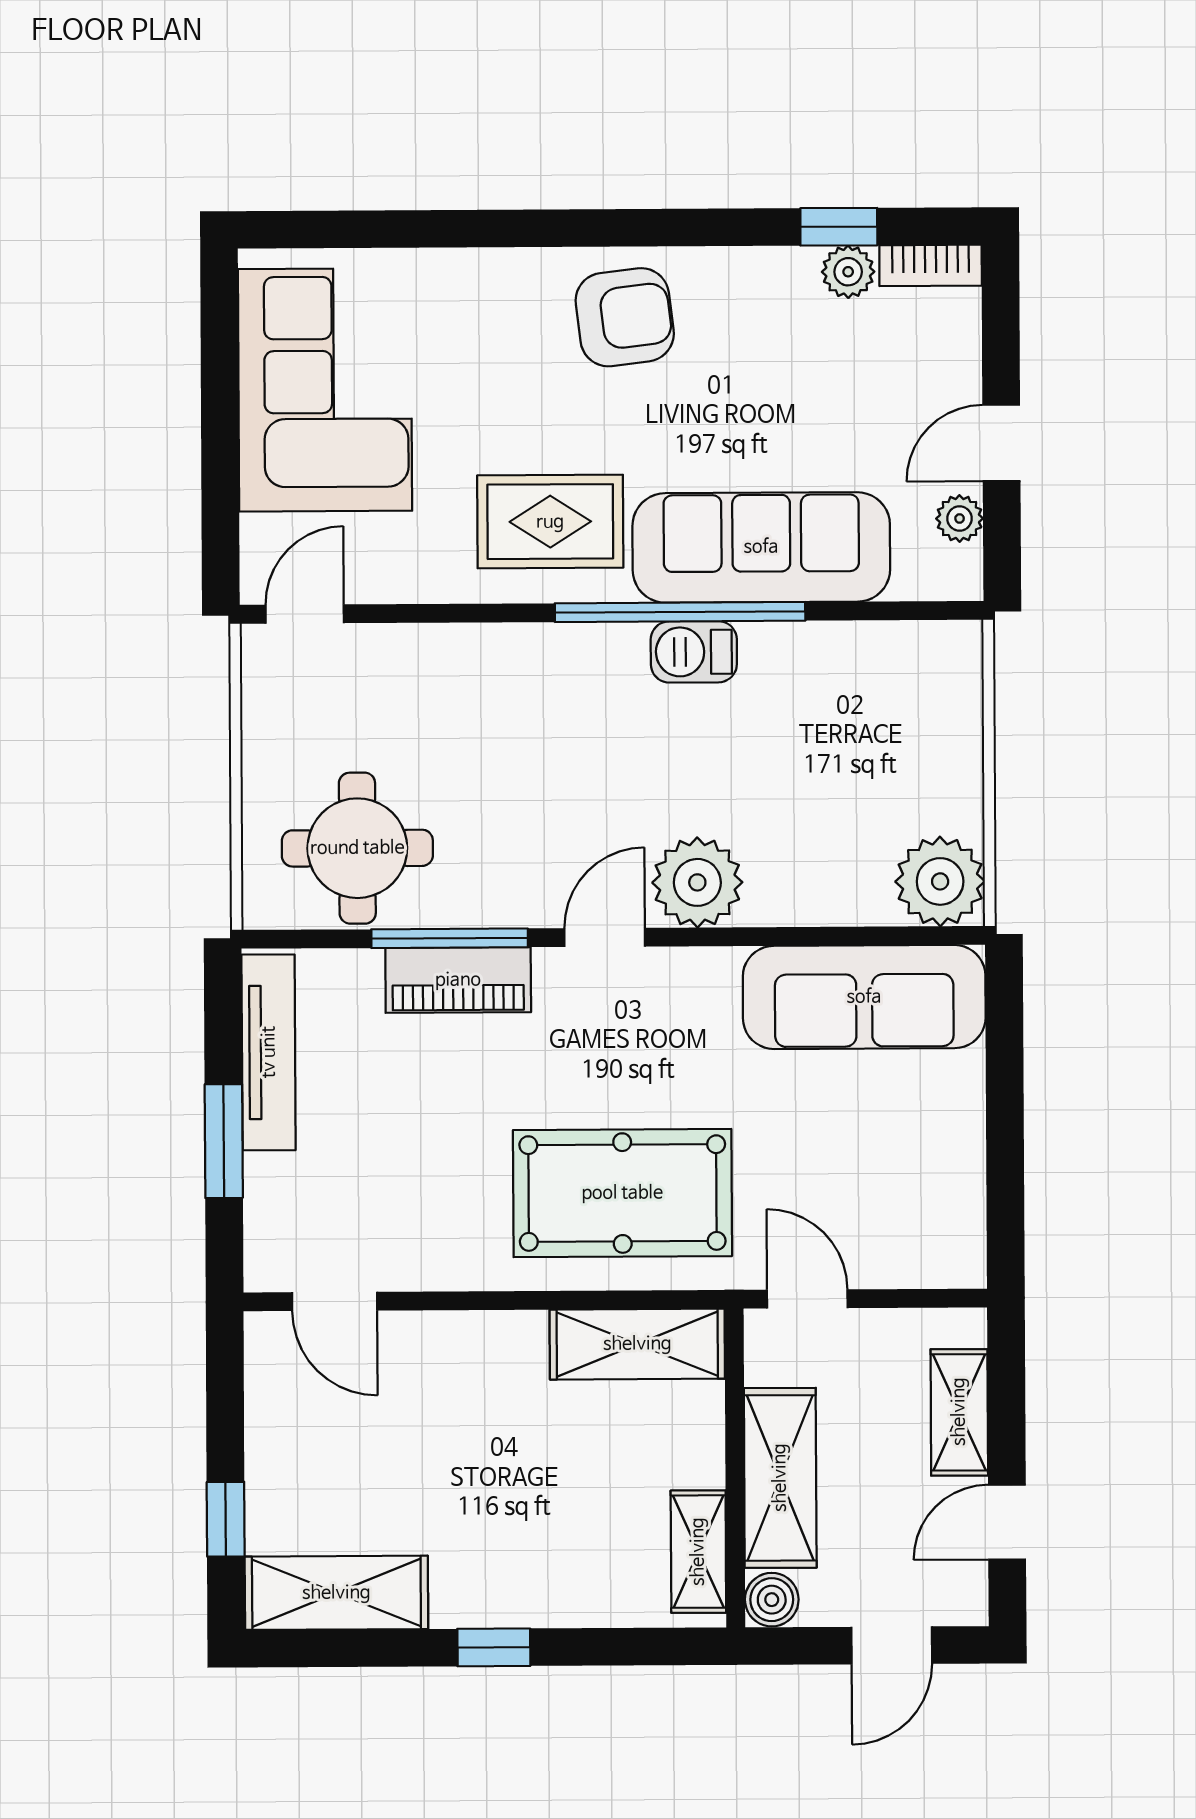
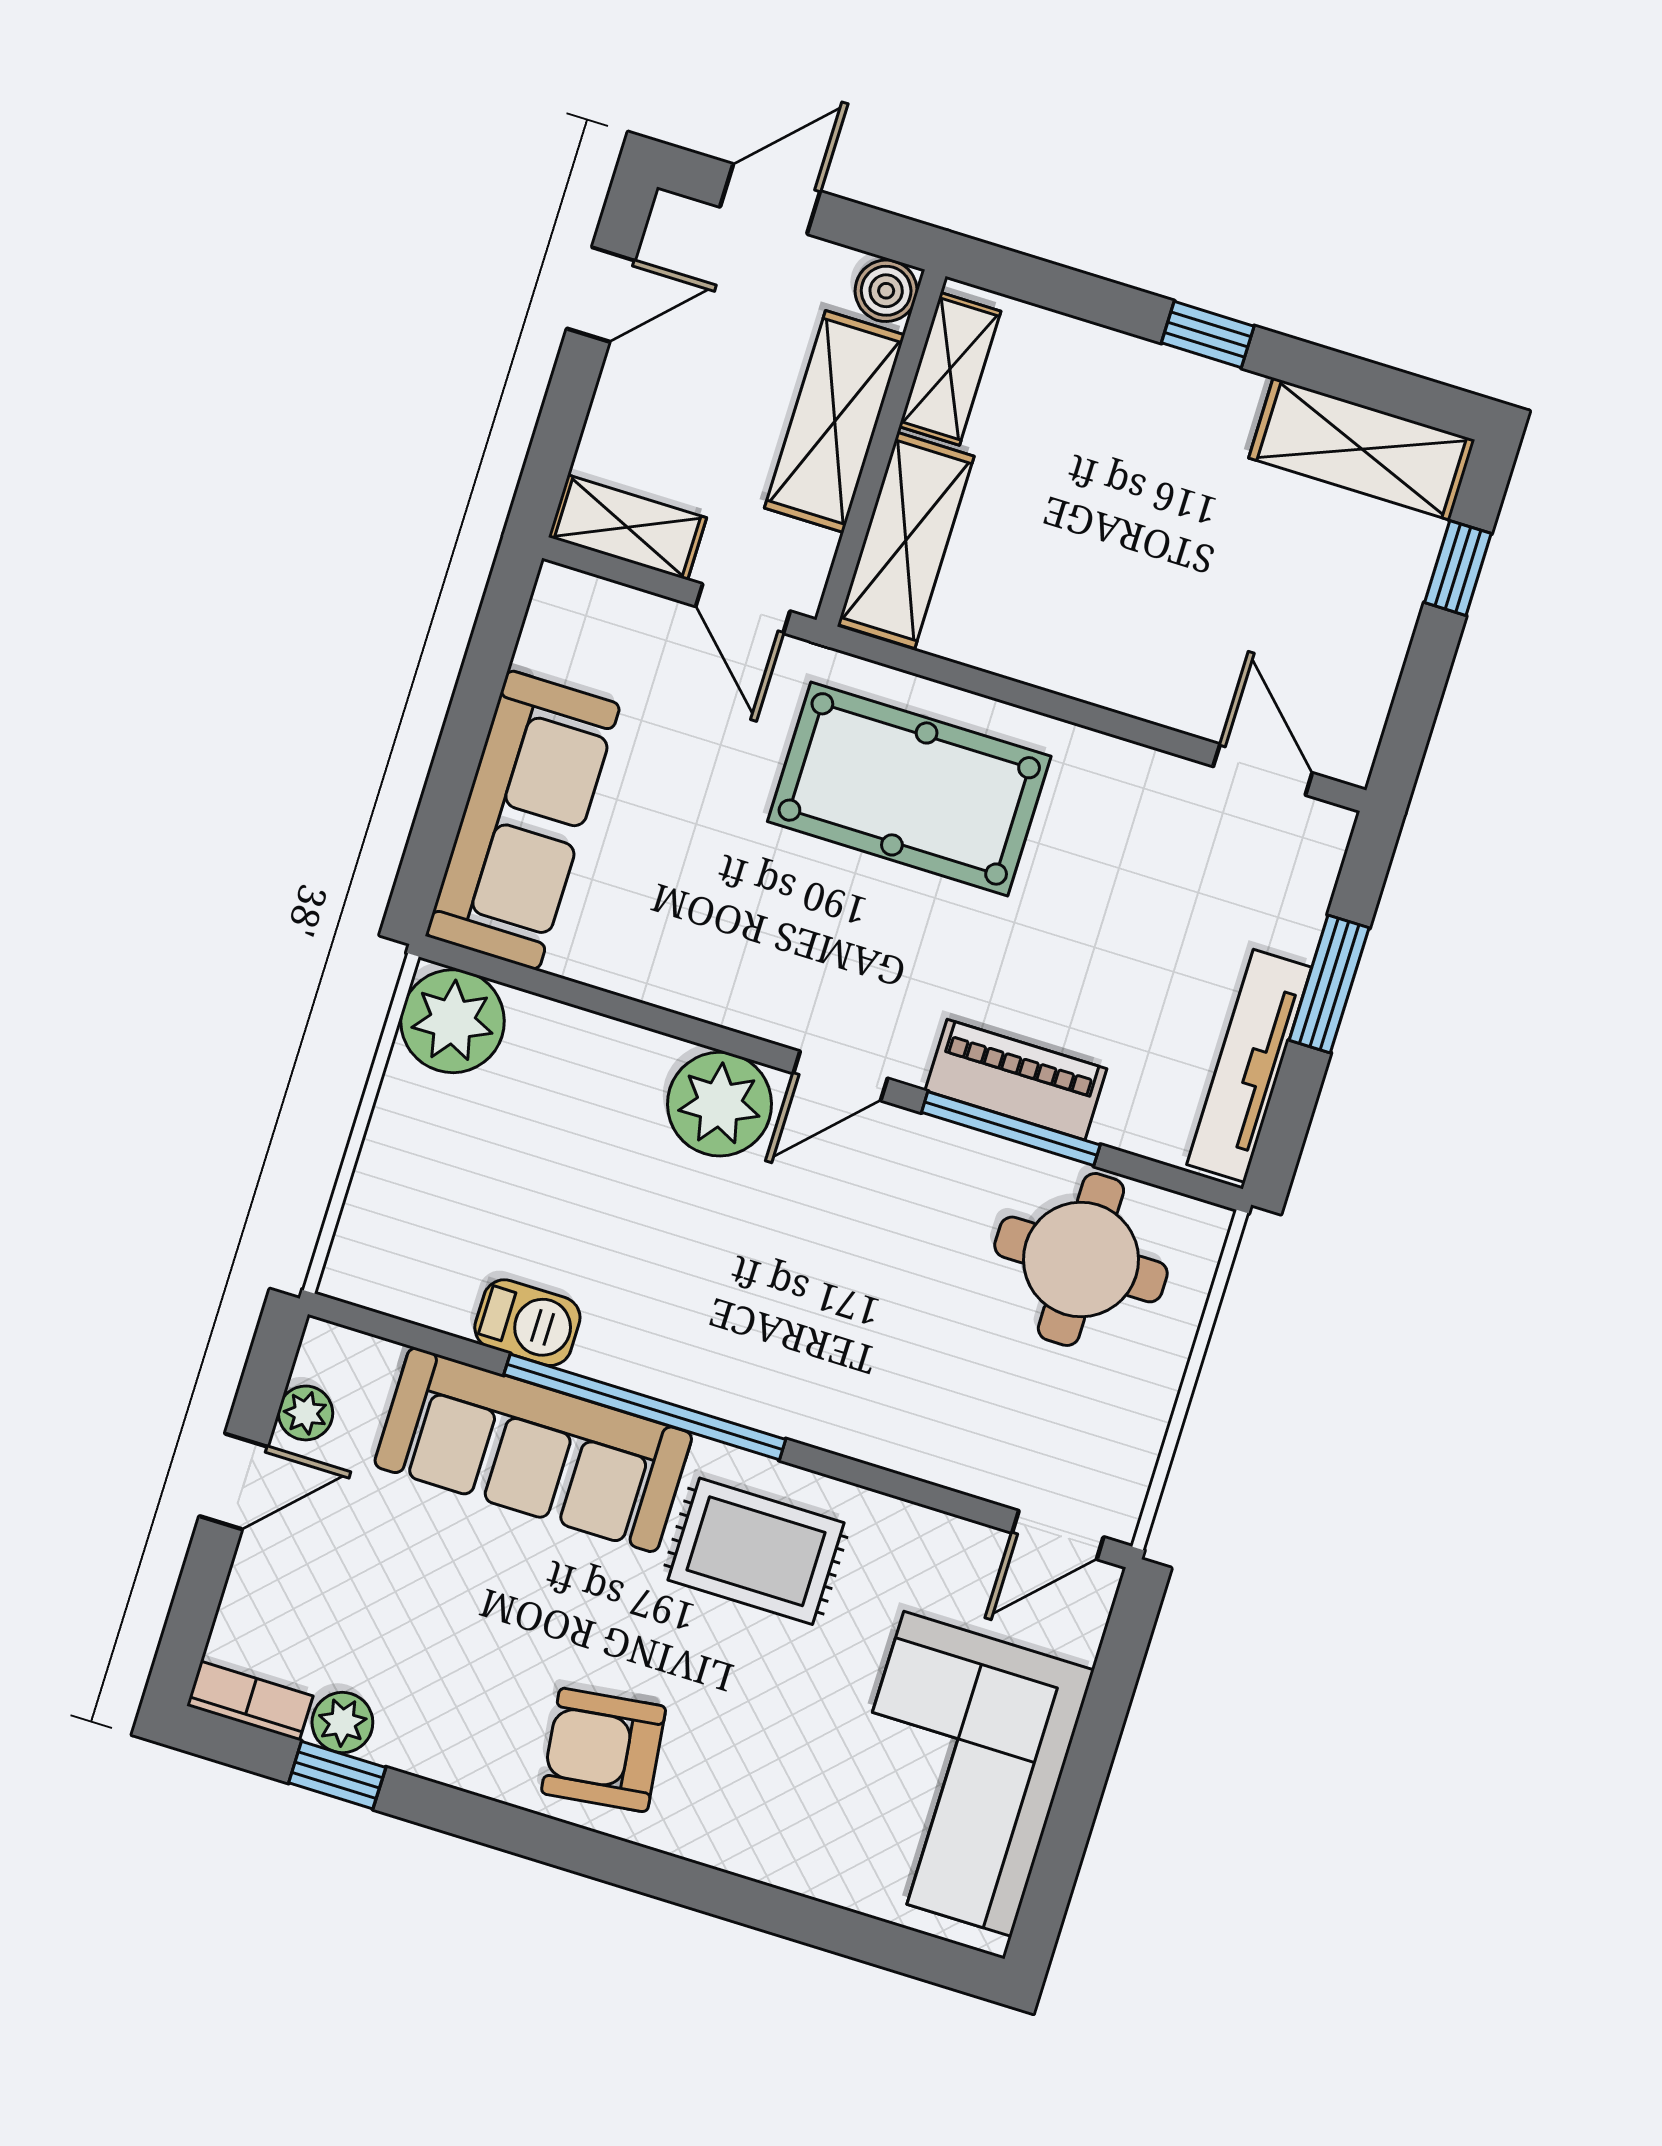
barbecue: (694, 652) -> (527, 1323), moved
sofa: (864, 997) -> (523, 820), moved, turned 90
shelving: (637, 1344) -> (906, 540), moved, turned 90
shelving: (959, 1412) -> (627, 527), moved, turned 90

